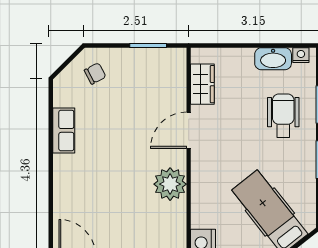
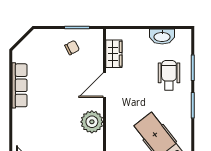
nightstand: (301, 55) -> (181, 34), removed
chair: (95, 74) -> (72, 48), moved
row of seats: (64, 130) -> (20, 85), width x1.48

